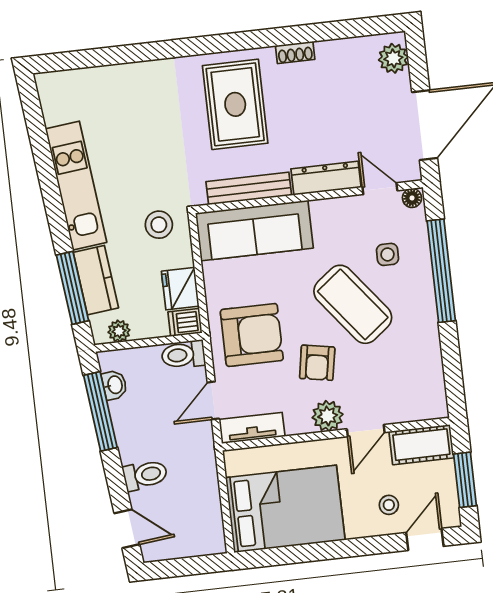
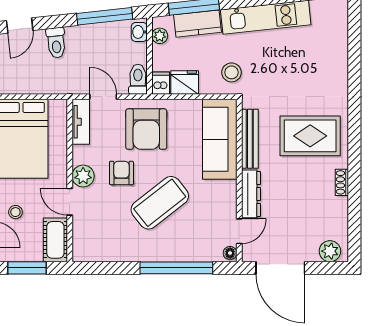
side table: (388, 254) -> (192, 231), removed
armchair: (317, 363) -> (121, 173), turned 80
washbasin: (114, 385) -> (139, 32), moved, turned 96

